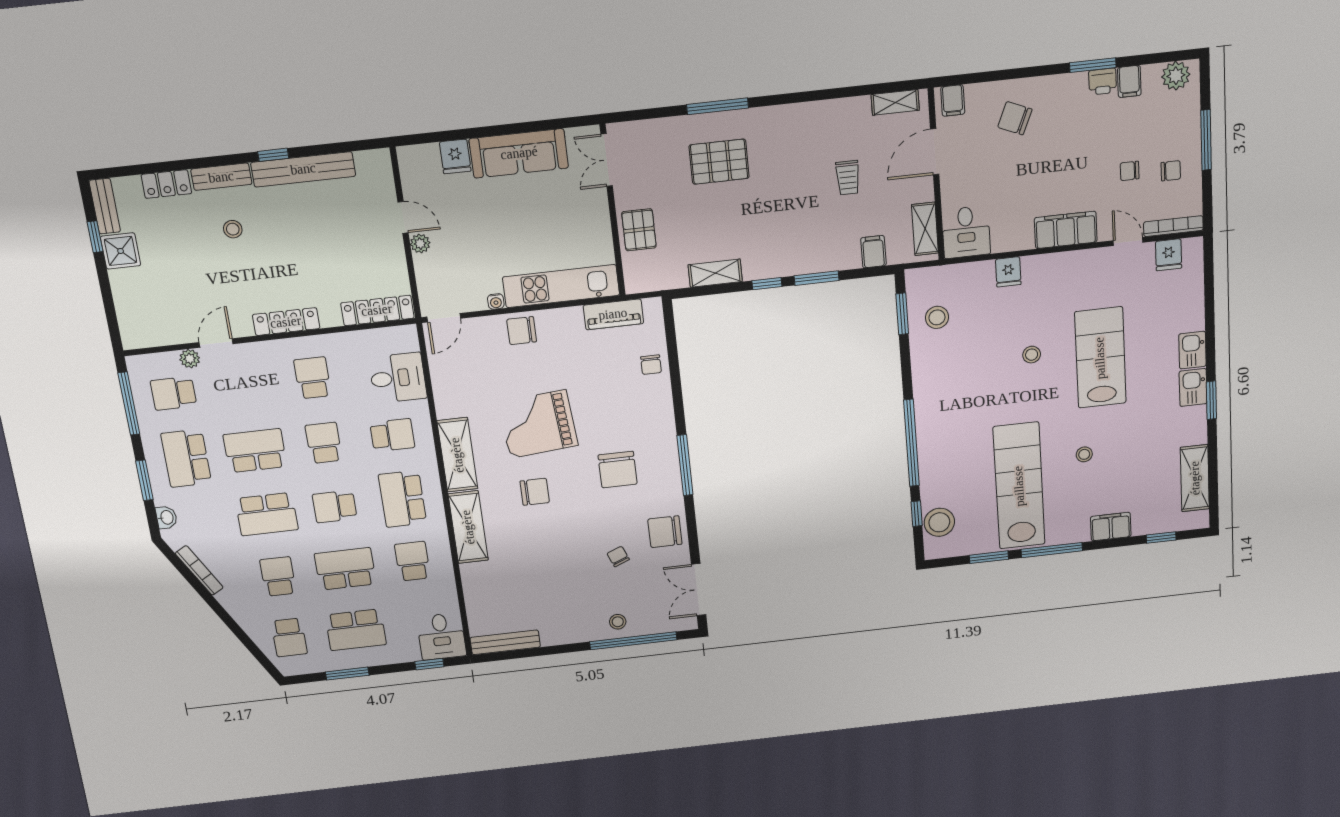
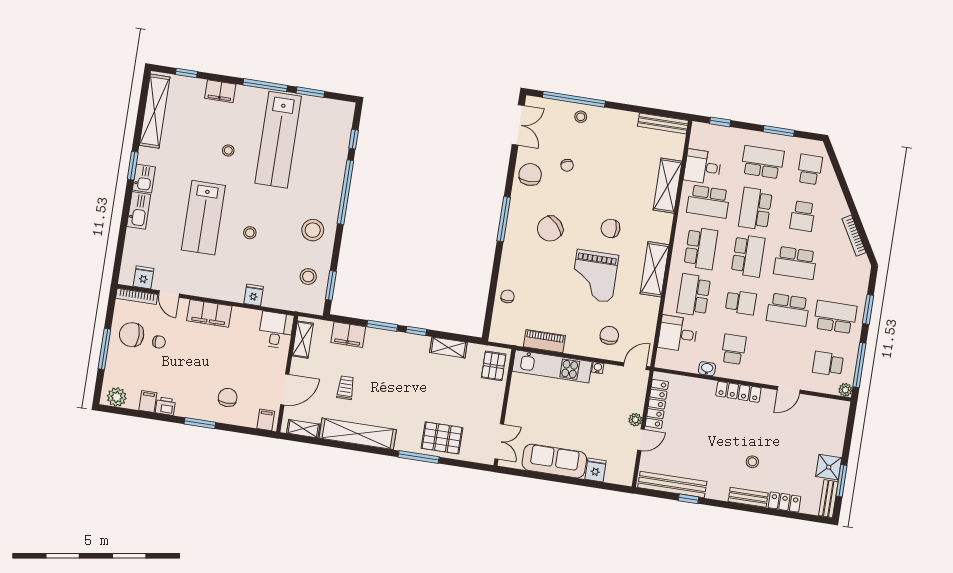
window: (1093, 65) -> (200, 423), moved
shelving: (814, 116) -> (358, 434), added
chair: (1015, 118) -> (228, 397), turned -113
window: (273, 155) -> (689, 499), moved
pallet: (719, 162) -> (442, 438), moved
bench: (303, 169) -> (672, 484), moved
chair: (1171, 171) -> (132, 335), width x1.87, depth x1.87
door: (403, 217) -> (641, 440), swing flipped
pallet: (639, 230) -> (494, 366), moved
window: (95, 237) -> (842, 481), width x1.50
filing cabinet: (873, 252) -> (348, 335), width x2.00
locker: (377, 310) -> (657, 404), moved, turned -90
piano: (613, 314) -> (544, 341), moved
chair: (522, 331) -> (609, 335), moved, turned -90
kitchen sink: (1192, 350) -> (139, 210), width x1.38
plant: (190, 359) -> (845, 390), moved
school desk: (313, 378) -> (734, 349), turned 180
school desk: (174, 393) -> (828, 364), turned 180
grand piano: (538, 424) -> (594, 276), turned 95
school desk: (392, 435) -> (694, 295), width x1.85
school desk: (324, 443) -> (741, 302), turned -90
school desk: (186, 458) -> (835, 317), turned -90
chair: (618, 470) -> (550, 229), turned -133
shelving: (1195, 478) -> (155, 111), width x1.47
school desk: (335, 507) -> (748, 256), width x1.85
school desk: (267, 514) -> (795, 263), turned 180
washbasin: (166, 517) -> (707, 369), moved, turned 90
stool: (939, 522) -> (313, 230), moved
shelving: (468, 527) -> (668, 186), moved
chair: (665, 532) -> (530, 175), turned -90
school desk: (412, 561) -> (708, 202), width x1.85
school desk: (345, 569) -> (755, 209), turned 90
desk: (441, 636) -> (703, 167), moved, turned -90

